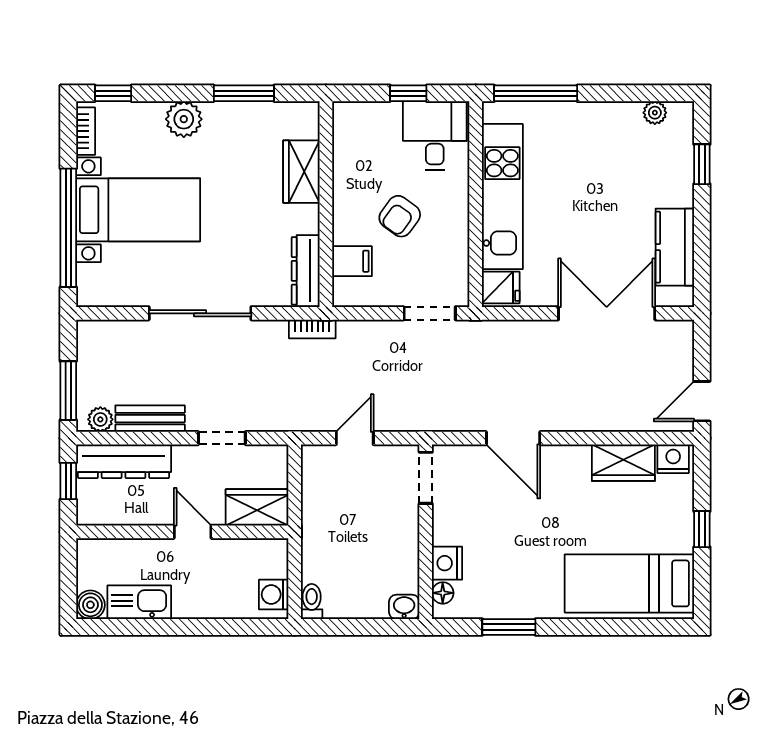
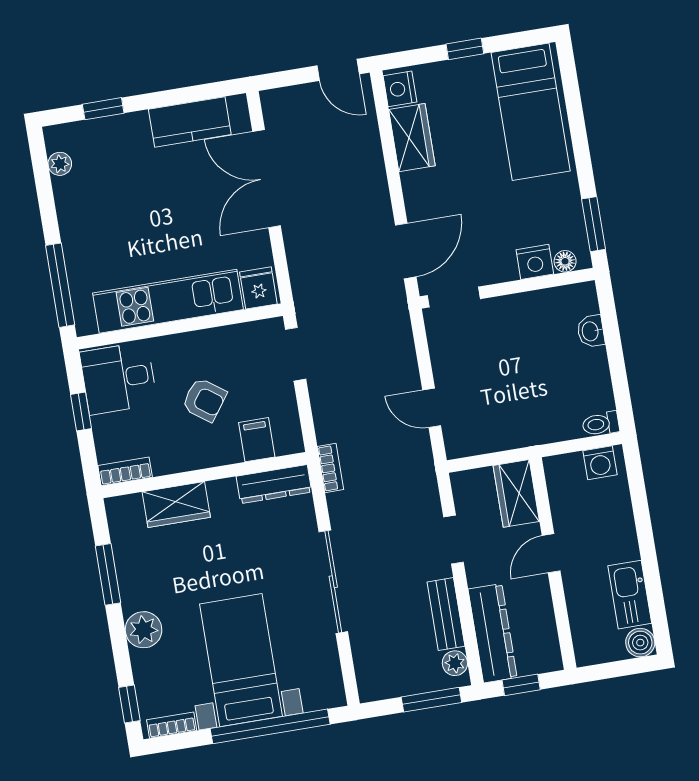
bookcase: (342, 127) -> (125, 471), added
doorway: (426, 478) -> (454, 297), moved
wall: (426, 532) -> (507, 288), moved
nightstand: (447, 563) -> (535, 262), moved
floor lamp: (443, 593) -> (565, 261), moved

